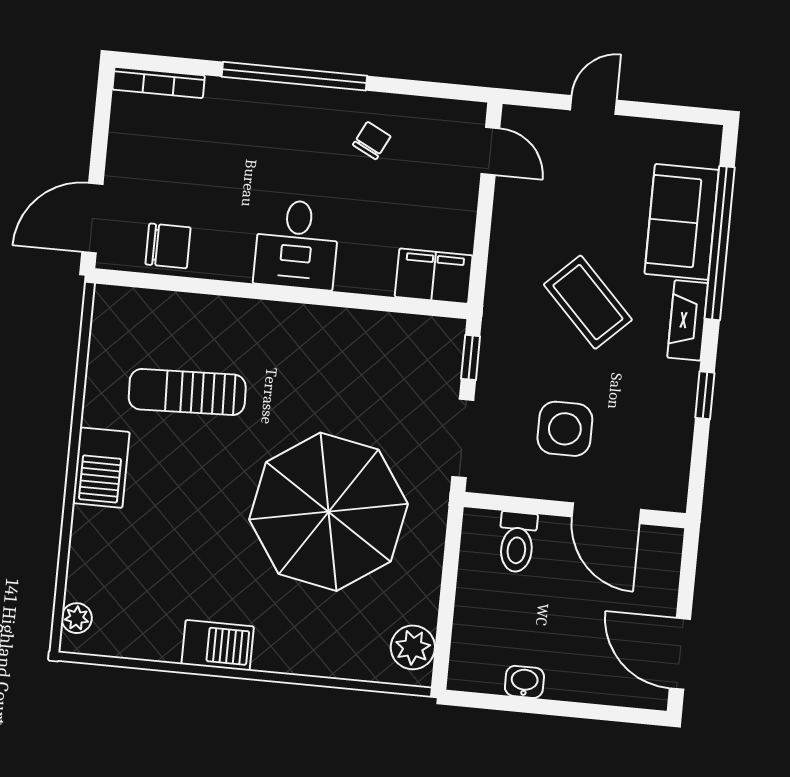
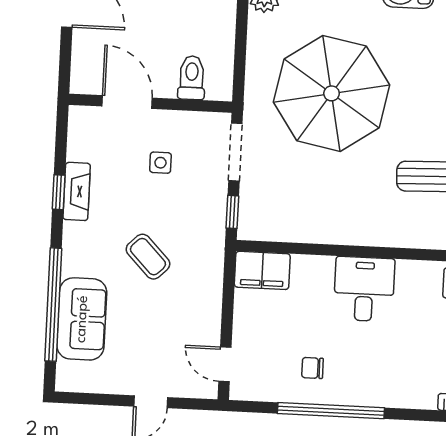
window: (294, 76) -> (331, 411), moved
chair: (372, 141) -> (313, 368), turned 63
coffee table: (588, 302) -> (148, 257), width x0.73, depth x0.77
fireplace: (688, 320) -> (77, 191), moved
side table: (565, 429) -> (160, 163), width x0.54, depth x0.54

